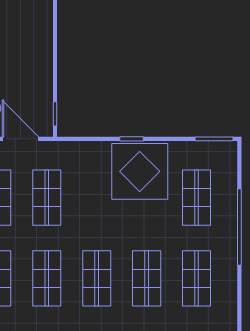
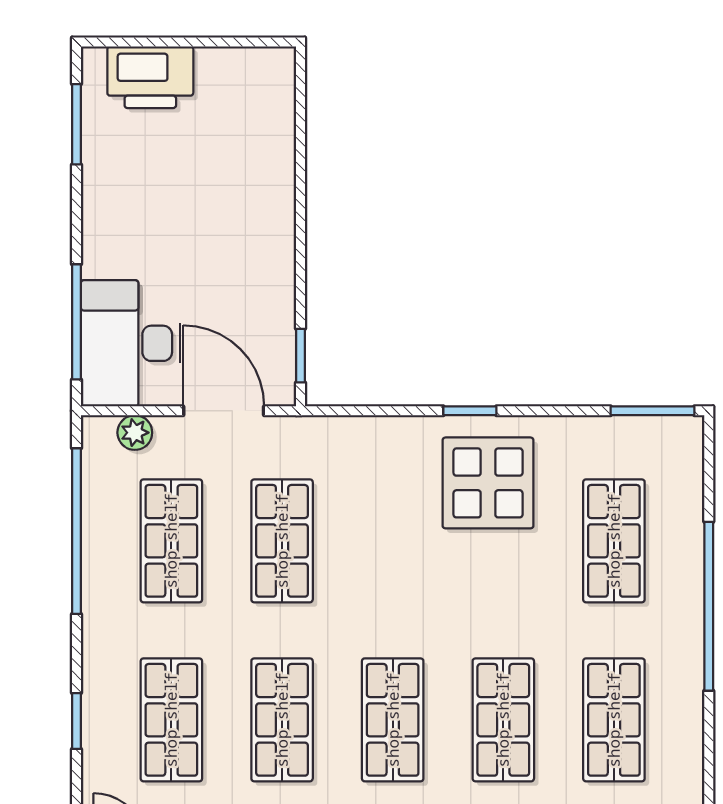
display table: (140, 171) -> (488, 483), width x0.73, depth x0.73

